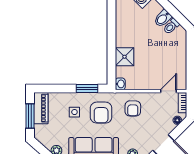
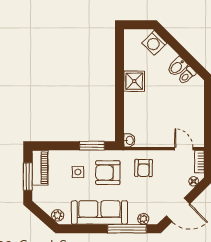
shower: (124, 57) -> (134, 81), moved
door: (169, 91) -> (184, 149), hinge flipped
armchair: (101, 113) -> (108, 173), turned 90

